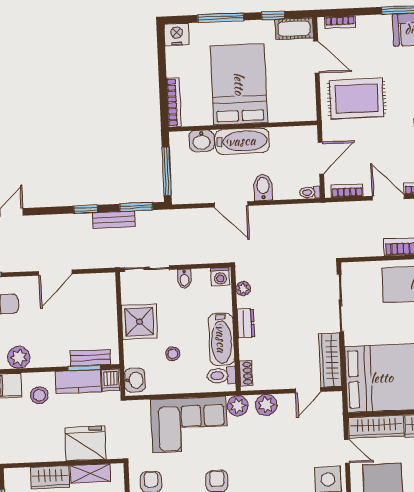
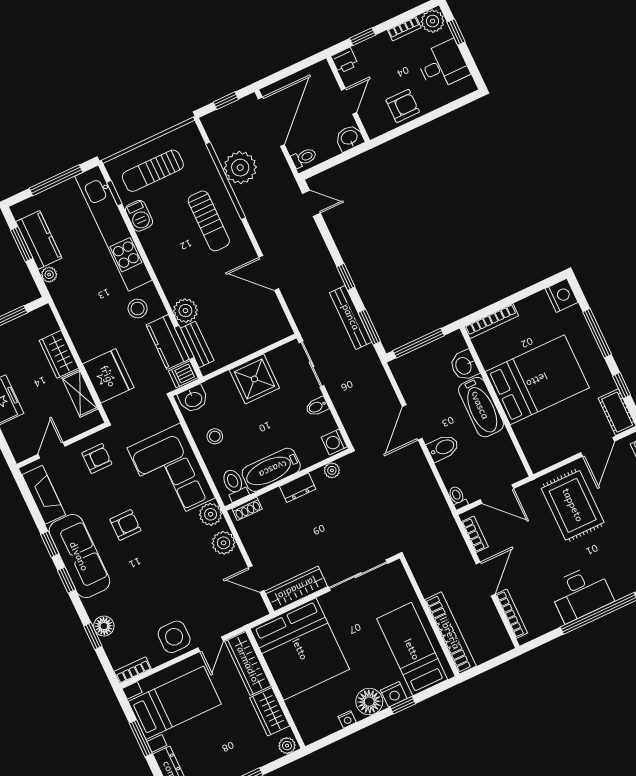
bench: (114, 220) -> (351, 317), width x1.36
stool: (173, 354) -> (215, 436), moved
plant: (19, 357) -> (185, 311), moved

